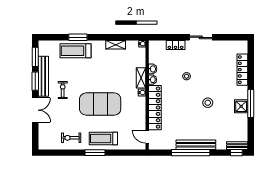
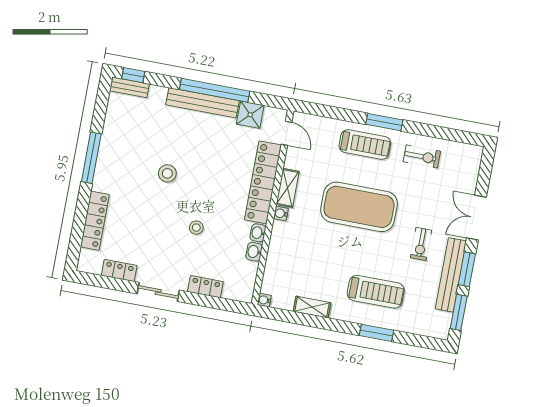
locker: (224, 45) -> (119, 271), added
treadmill: (76, 51) -> (376, 292), moved
shelving: (141, 78) -> (288, 188), moved
shower: (241, 106) -> (250, 115), moved

